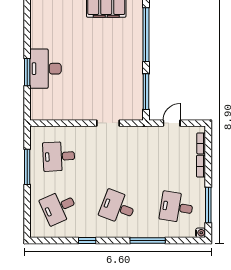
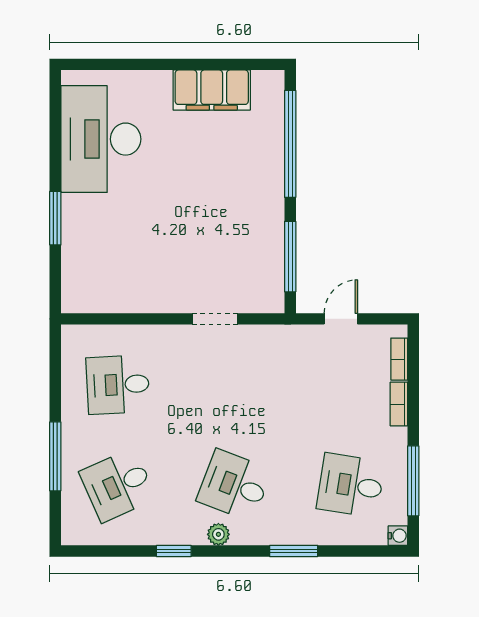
desk: (46, 69) -> (101, 139), moved, width x1.36, depth x1.30
window: (27, 167) -> (55, 456), moved
plant: (110, 232) -> (218, 534), added
window: (148, 240) -> (294, 551), width x0.69

